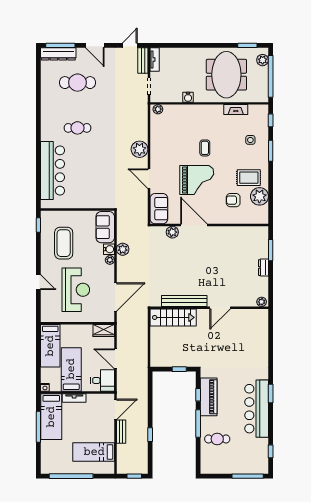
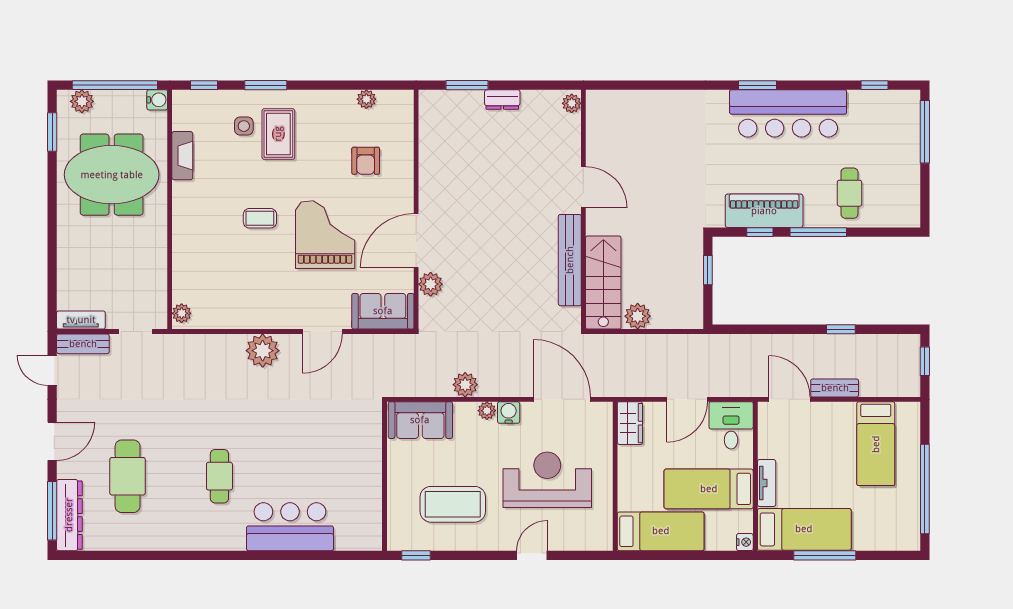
water cooler: (188, 97) -> (157, 100), moved
bar counter: (53, 171) -> (290, 527), width x0.73
rug: (249, 178) -> (278, 134), moved
plant: (259, 196) -> (366, 99), width x0.53, depth x0.53
water cooler: (109, 249) -> (509, 413), moved
plant: (156, 334) -> (638, 316), added

